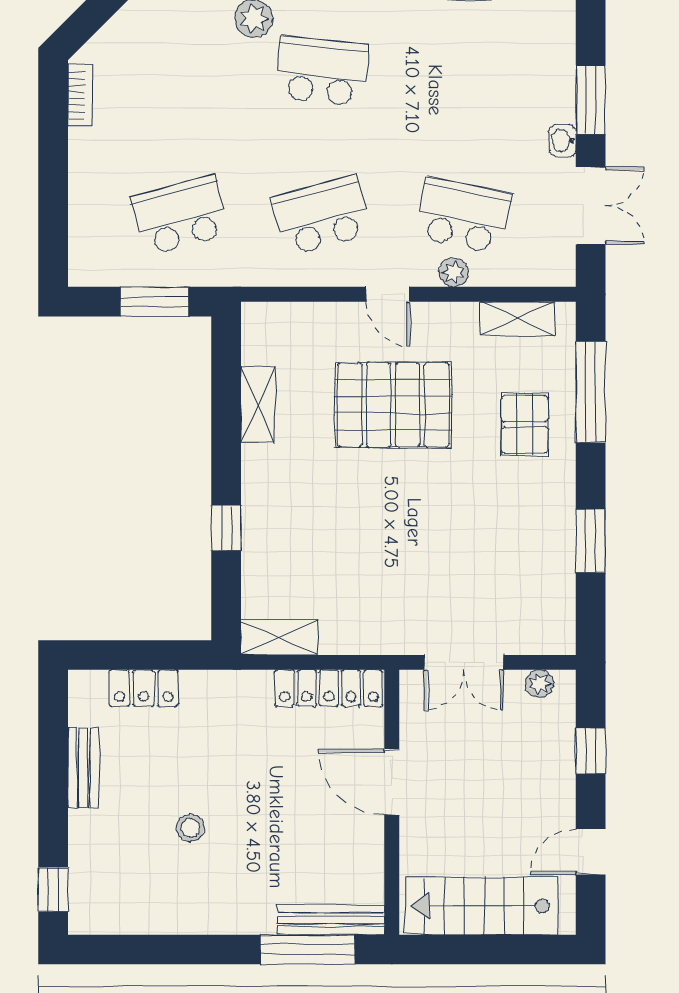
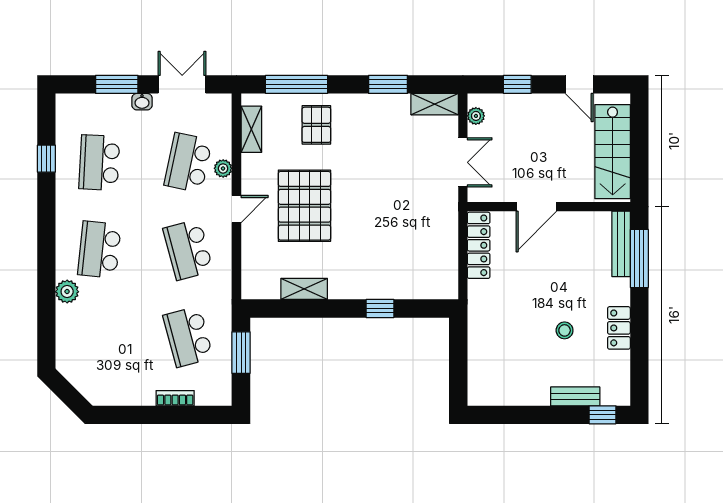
school desk: (463, 71) -> (99, 163), added
bookcase: (80, 95) -> (175, 398), moved
pallet: (525, 424) -> (316, 125), turned 90
shelving: (279, 638) -> (435, 104), moved, turned 90
locker: (144, 688) -> (619, 328), moved, turned 180
bench: (83, 768) -> (575, 396), moved

